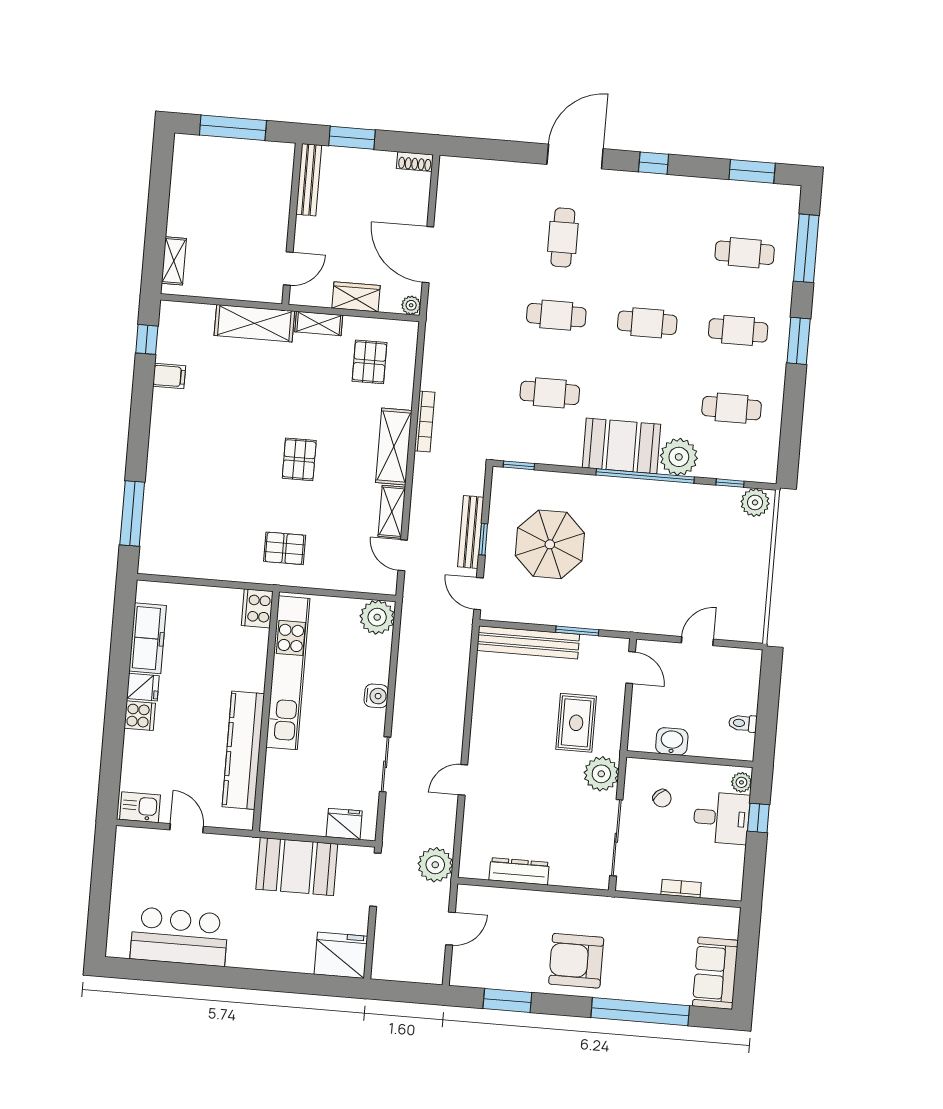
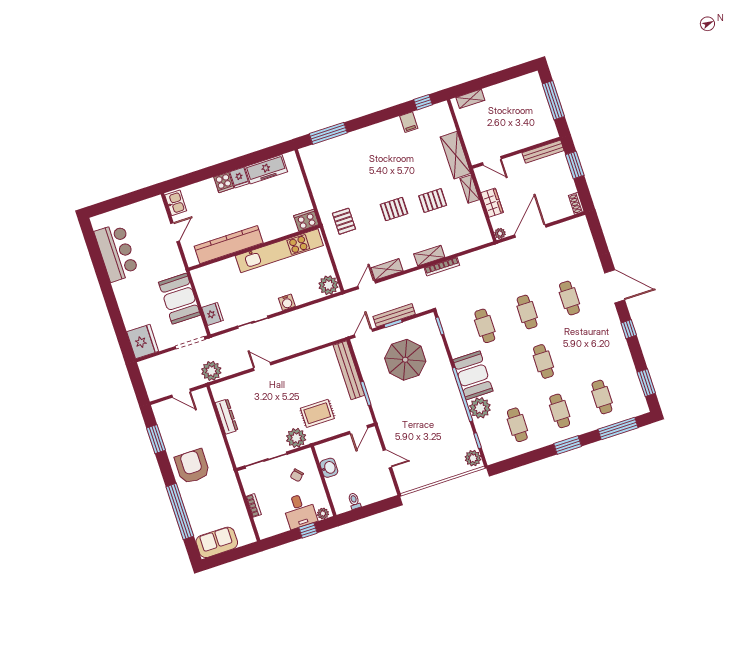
cafe table: (563, 237) -> (569, 298), turned 90
pallet: (370, 362) -> (433, 201), moved
shelving: (394, 446) -> (429, 256), width x0.67, depth x0.75

